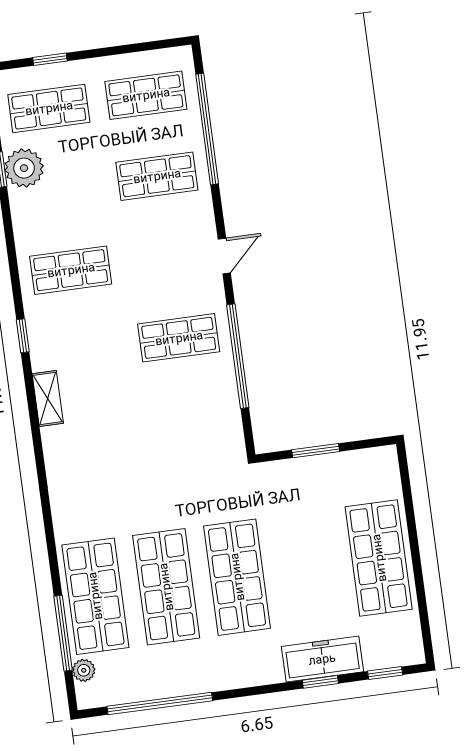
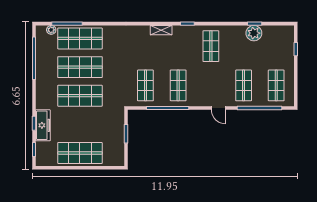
shop shelf: (49, 108) -> (145, 85), moved
door: (224, 256) -> (218, 108), moved

